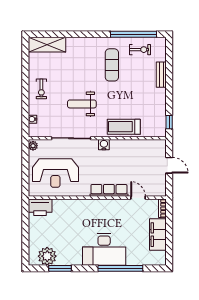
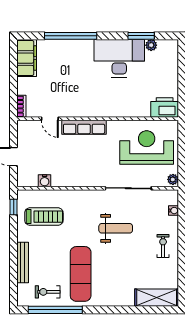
exercise mat: (112, 65) -> (81, 274), width x1.36, depth x1.45
bench: (161, 75) -> (23, 263), width x1.36
treadmill: (124, 127) -> (44, 217), moved
water cooler: (104, 145) -> (45, 181), moved
filing cabinet: (158, 235) -> (27, 58), moved
desk: (104, 249) -> (119, 58), moved
plant: (47, 256) -> (151, 45), width x0.53, depth x0.53

